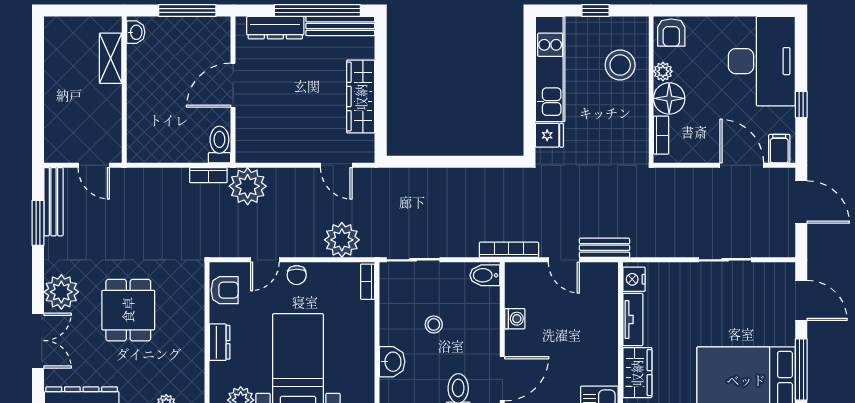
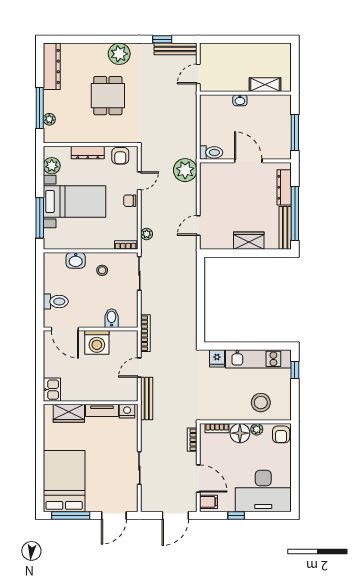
window: (596, 10) -> (295, 370), moved
washbasin: (136, 32) -> (240, 100), moved
armchair: (671, 33) -> (281, 434), turned -90
wardrobe: (361, 97) -> (249, 241), width x0.67
door: (742, 165) -> (198, 478), hinge flipped
bookcase: (208, 175) -> (192, 440), moved
window: (38, 223) -> (162, 39), width x0.67
plant: (342, 240) -> (147, 234), width x0.53, depth x0.53
bench: (604, 248) -> (147, 398), width x1.36
door: (265, 260) -> (139, 181), swing flipped
bidet: (485, 275) -> (112, 318), moved
dining table: (128, 310) -> (108, 96), turned 90
washing machine: (515, 319) -> (97, 342), width x1.89, depth x1.89
stool: (434, 324) -> (102, 270), moved
double door: (38, 341) -> (89, 39), removed
dresser: (220, 342) -> (88, 153), width x1.44

